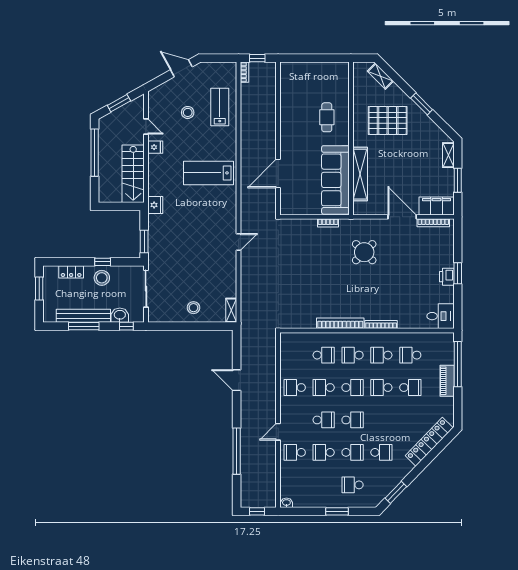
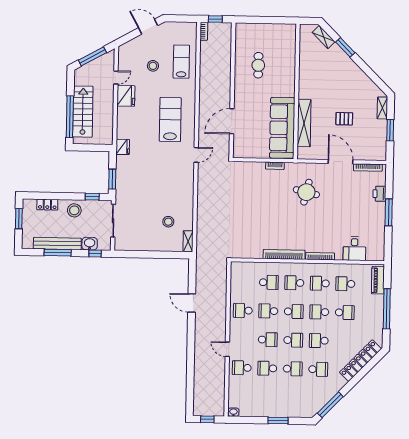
window: (119, 103) -> (92, 56), width x1.44
window: (422, 104) -> (345, 47), moved
cafe table: (327, 117) -> (258, 65), moved
pallet: (388, 120) -> (344, 119), moved, width x0.49, depth x0.50
door: (146, 126) -> (116, 78), hinge flipped
fridge: (155, 147) -> (126, 96), width x1.88, depth x1.34
window: (95, 153) -> (70, 117), moved
lab bench: (209, 173) -> (170, 120), turned 90
stairs: (133, 174) -> (83, 112), moved, turned 180
filing cabinet: (437, 206) -> (371, 153), removed
door: (239, 242) -> (196, 155), moved
round table: (364, 252) -> (306, 192), turned -32
window: (103, 262) -> (92, 197), moved
window: (458, 273) -> (389, 212), width x1.44
printer: (447, 277) -> (379, 194), moved
stool: (194, 308) -> (168, 222), moved
desk: (440, 316) -> (354, 249), moved, turned 90
window: (458, 364) -> (387, 309), moved
piano: (447, 381) -> (378, 280), moved
door: (278, 432) -> (227, 349), hinge flipped
window: (237, 451) -> (190, 366), removed
school desk: (353, 485) -> (319, 341), moved
window: (396, 492) -> (330, 405), width x1.44

